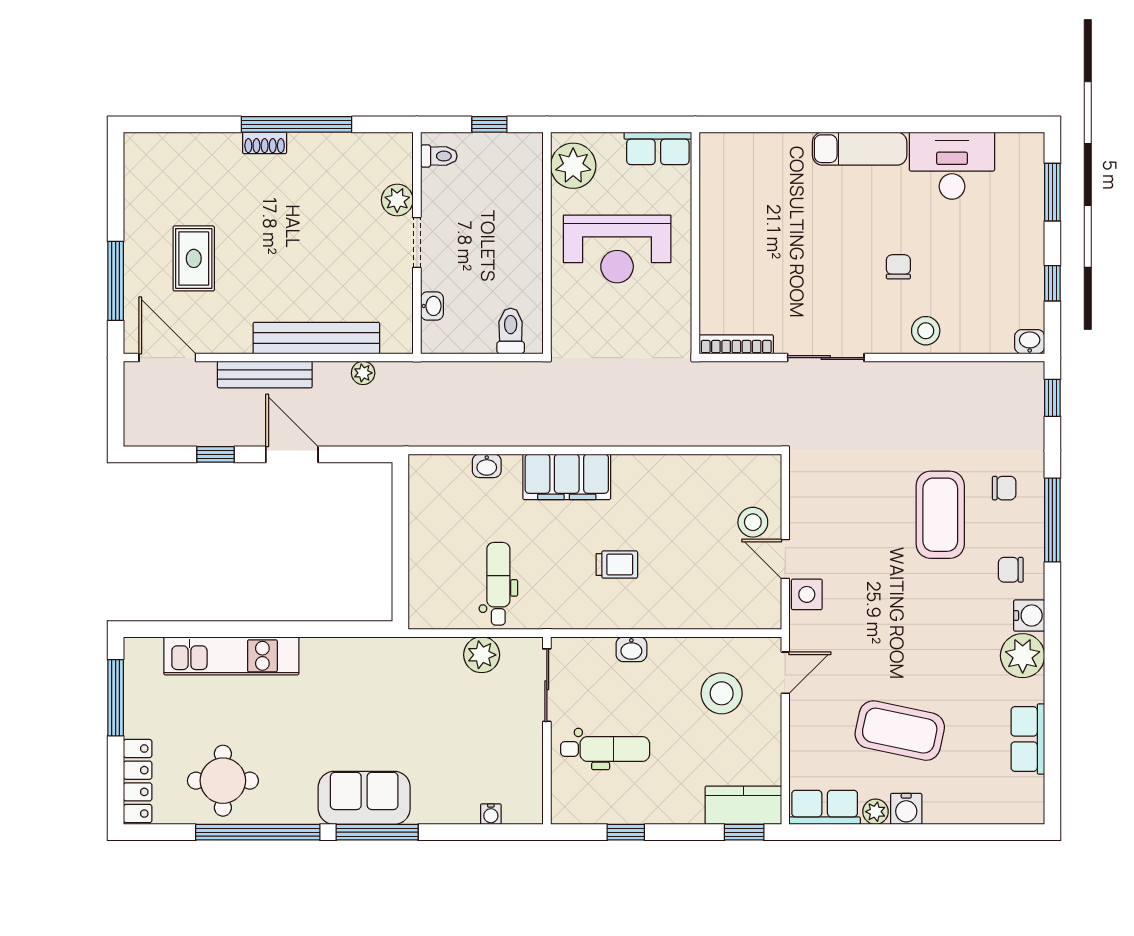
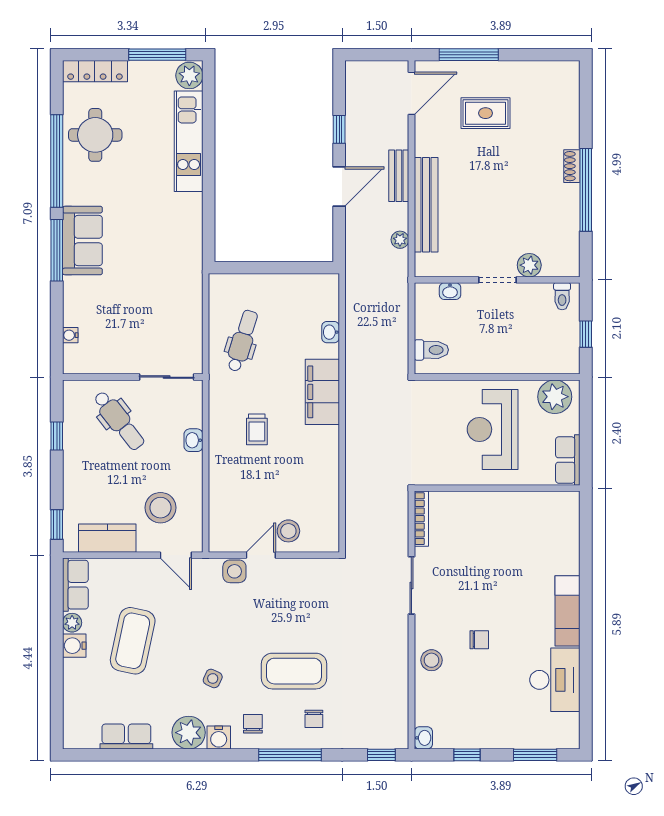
bench: (265, 375) -> (399, 176), width x0.73
dental chair: (498, 584) -> (242, 341), turned -73
side table: (950, 623) -> (213, 678), added
plant: (482, 655) -> (189, 75), moved
dental chair: (605, 749) -> (119, 421), turned -38
kitchen counter: (743, 805) -> (107, 538), moved, turned -90

